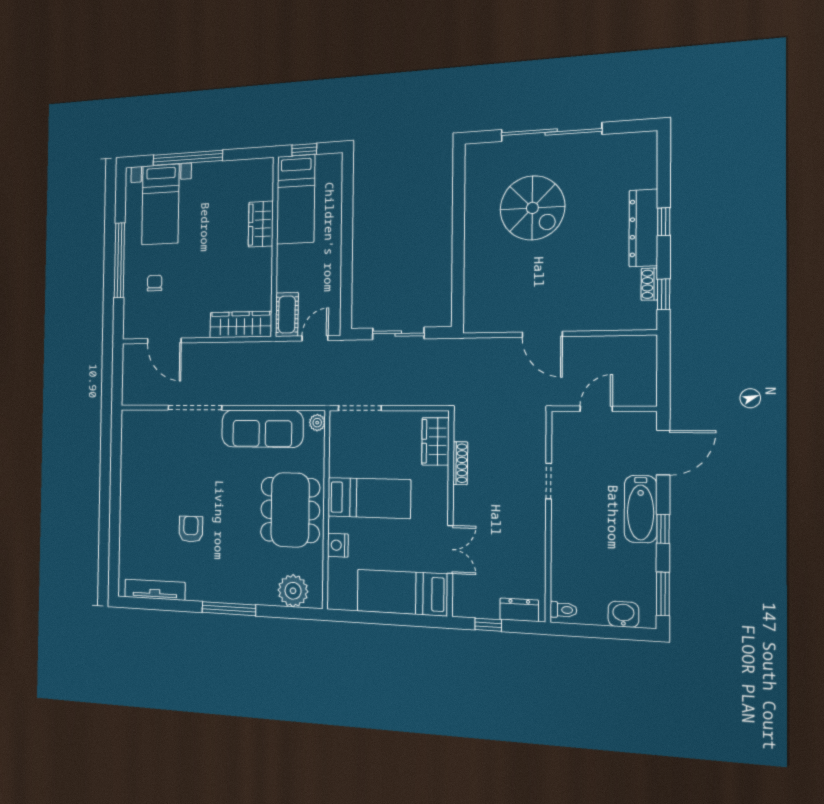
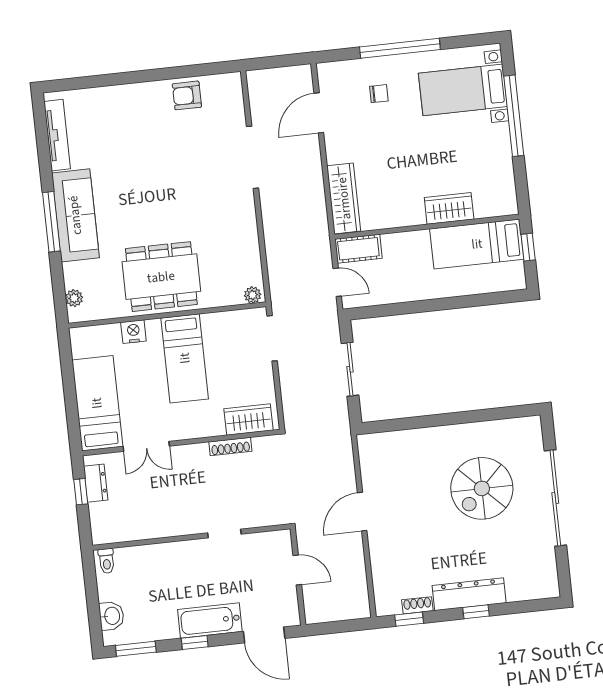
sofa: (262, 429) -> (75, 215), moved, turned 180
armchair: (191, 529) -> (187, 95), moved, turned 180
plant: (293, 591) -> (74, 298), width x0.53, depth x0.53
dresser: (519, 610) -> (96, 483), moved

